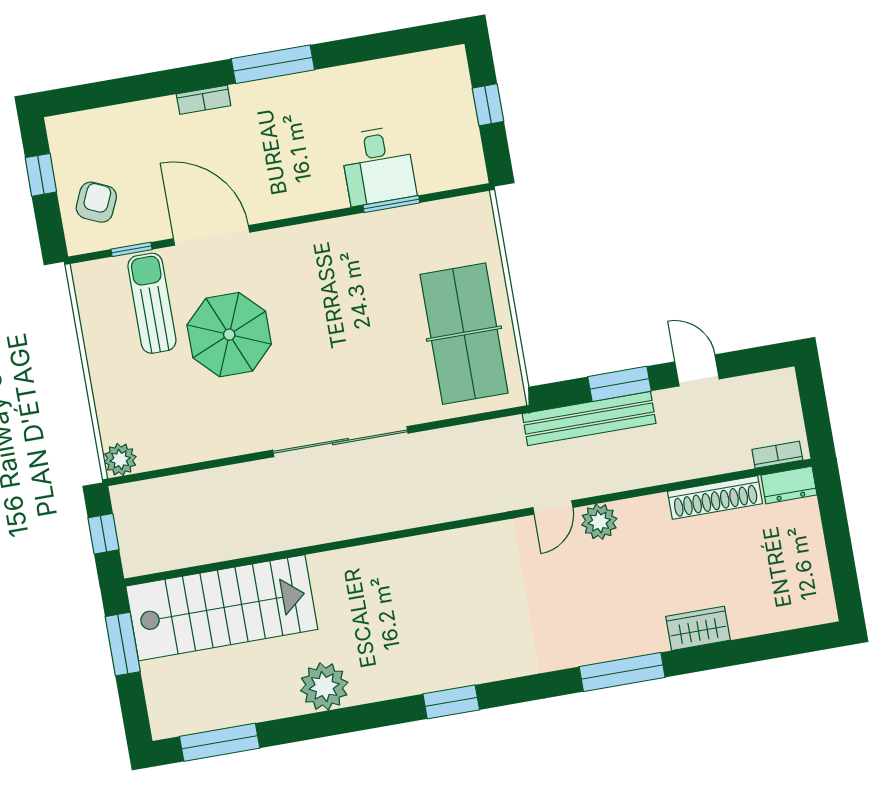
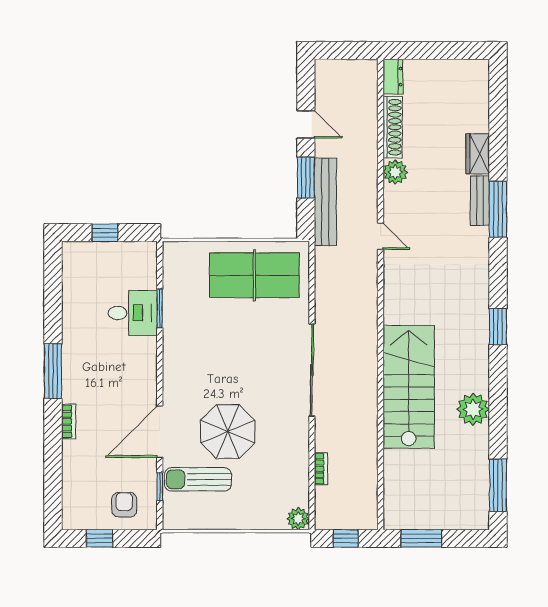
armchair: (96, 202) -> (124, 505), turned 66
door: (697, 370) -> (306, 124), swing flipped
bookcase: (777, 455) -> (321, 469), moved, turned 180
plant: (599, 522) -> (395, 172), moved
stairs: (222, 608) -> (409, 387), moved
bench: (630, 643) -> (480, 201), added

